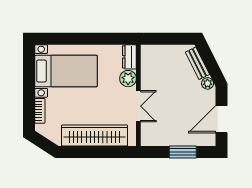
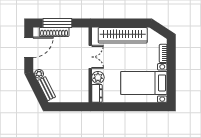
double door: (138, 106) -> (90, 57), swing flipped
shoe rack: (187, 140) -> (54, 32), added
window: (183, 152) -> (57, 23), width x1.44

